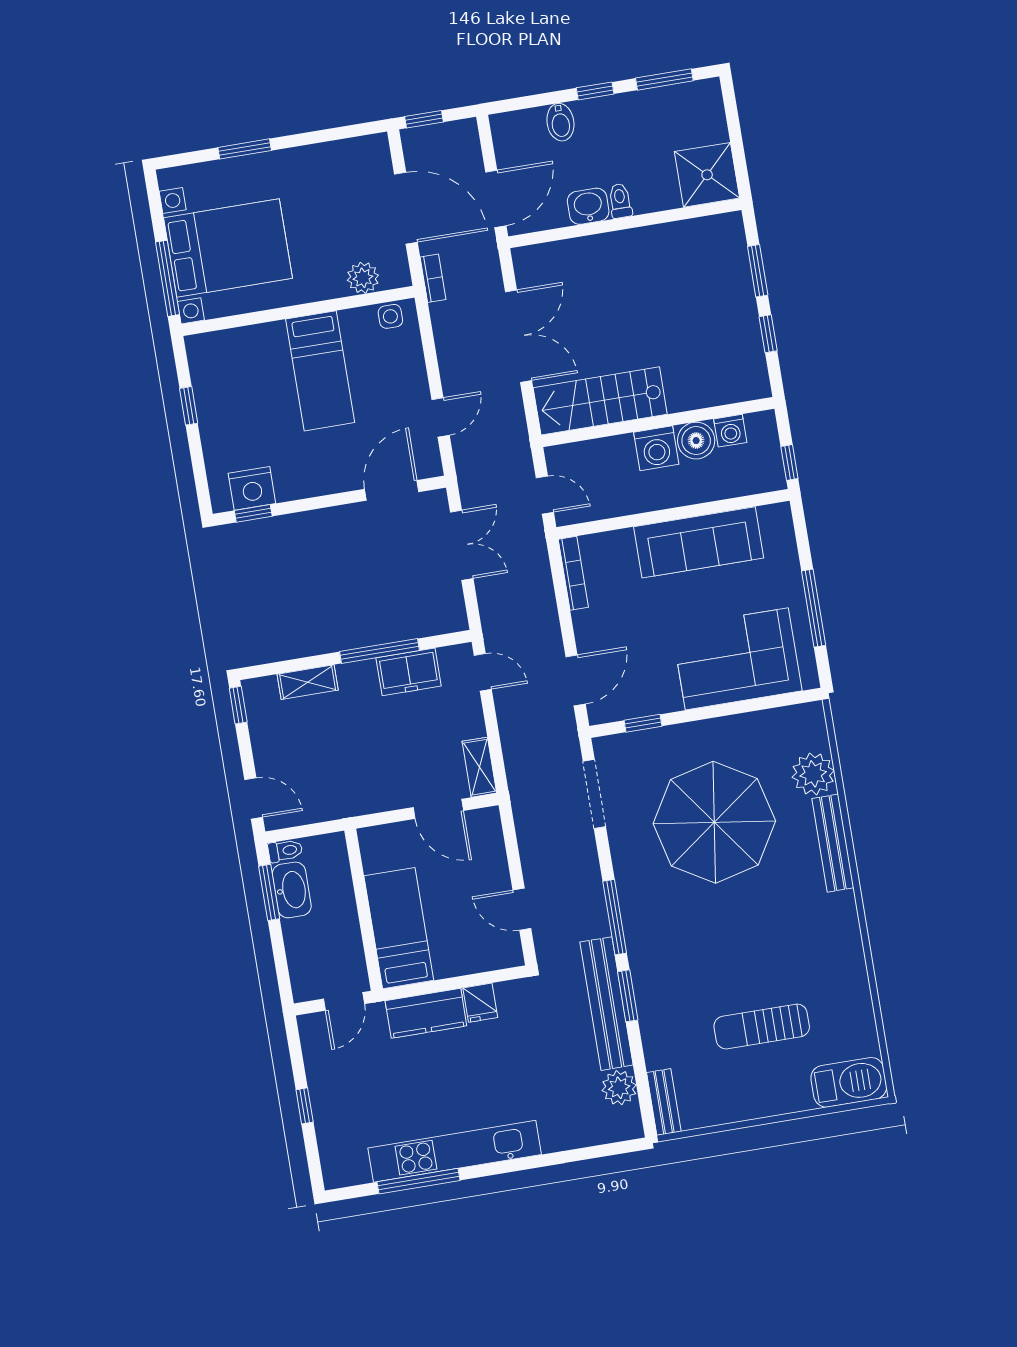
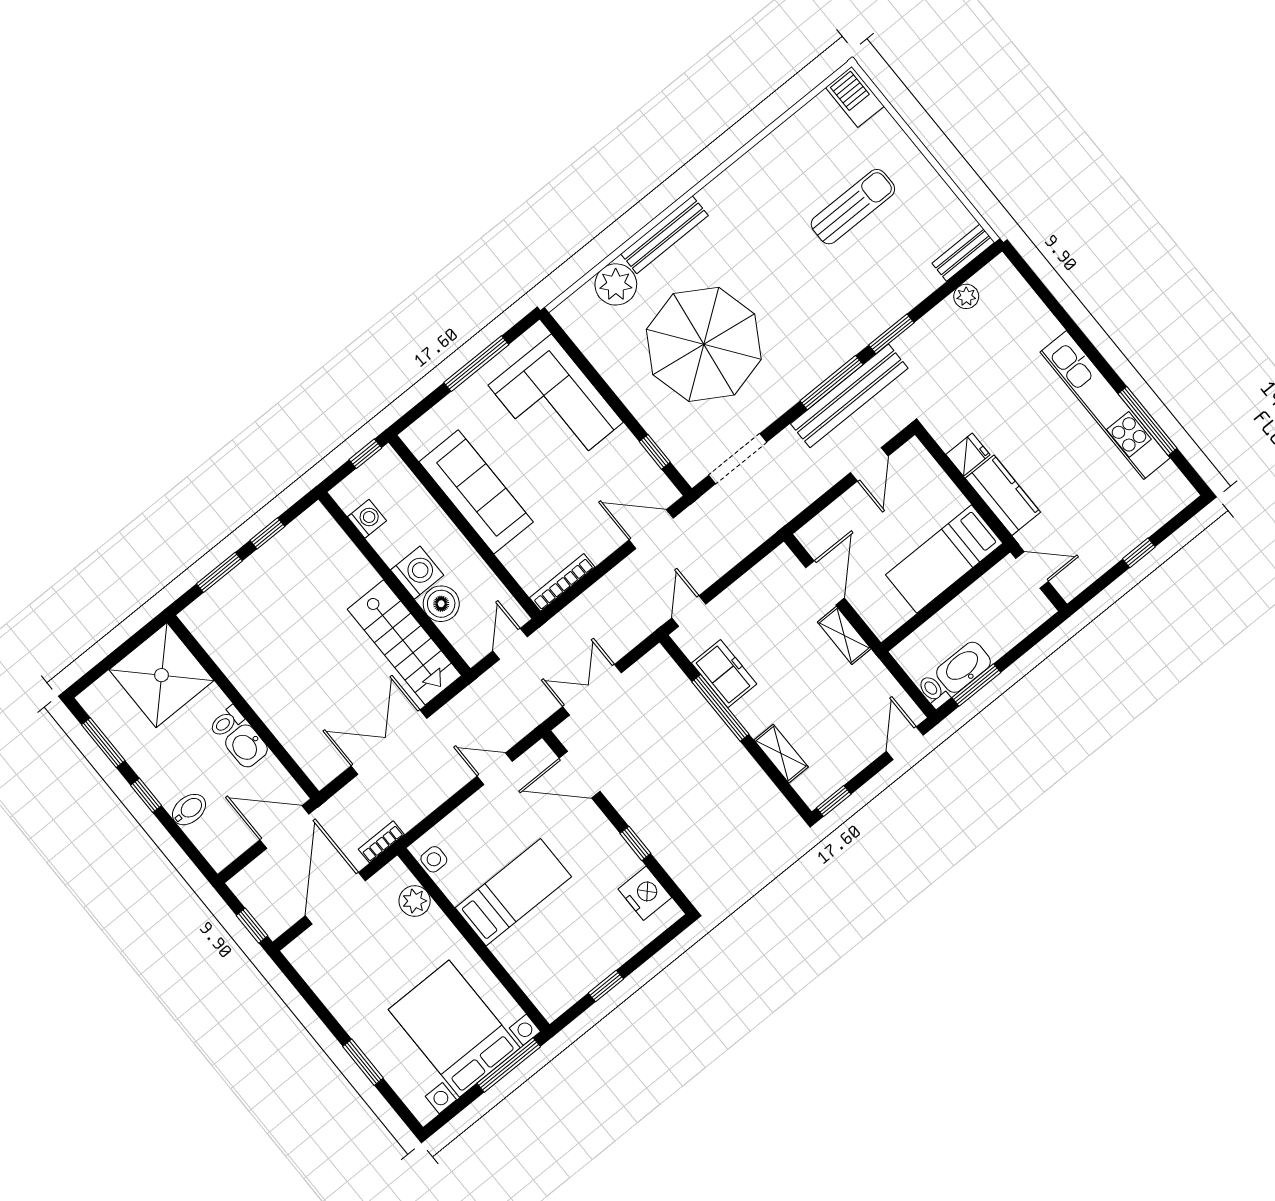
shower: (707, 175) -> (161, 675), width x1.37, depth x1.37
boiler: (696, 441) -> (441, 604), moved
window: (253, 513) -> (635, 843), moved
shelving: (479, 767) -> (844, 635), moved, turned 90
bench: (606, 1004) -> (849, 396), moved
sun lounger: (762, 1027) -> (853, 207), turned -90
barbecue: (849, 1082) -> (855, 97), width x0.73, depth x0.83
plant: (619, 1088) -> (966, 296), width x0.73, depth x0.73

